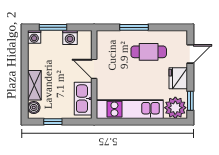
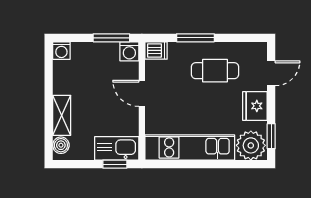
window: (53, 27) -> (111, 38), moved
washing machine: (70, 37) -> (129, 51), moved
dishwasher: (105, 37) -> (156, 50), added
kitchen sink: (83, 99) -> (117, 148), moved, turned 90
window: (53, 122) -> (115, 164), moved

